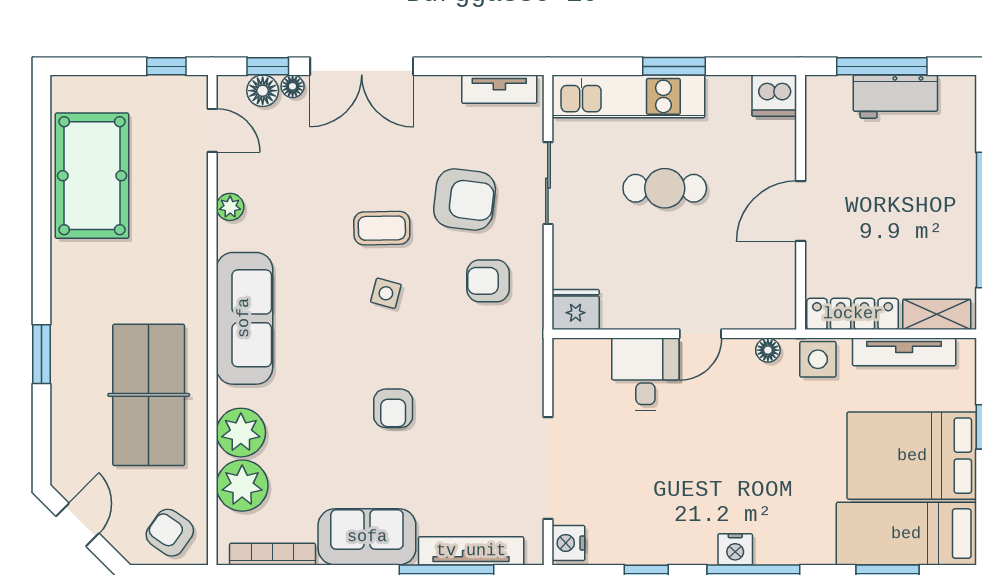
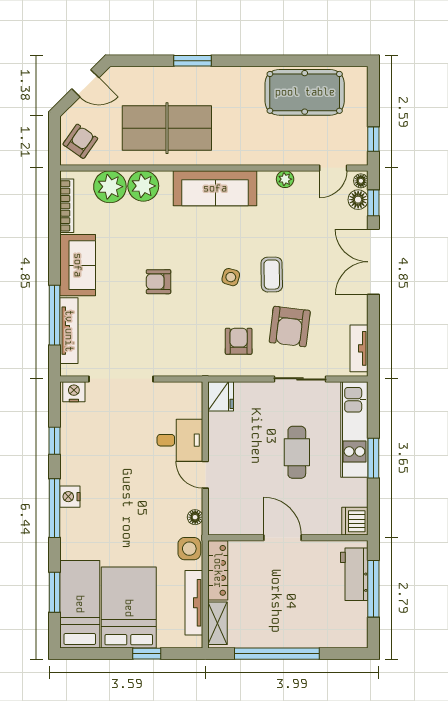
floor lamp: (293, 86) -> (361, 181), moved
workbench: (895, 97) -> (354, 574), moved

